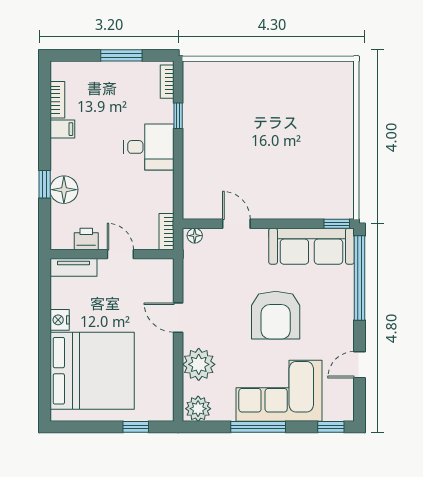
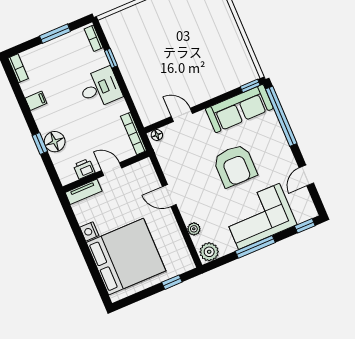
bookcase: (57, 100) -> (18, 68), moved
bookcase: (167, 232) -> (134, 133), width x1.56
plant: (199, 364) -> (194, 229), width x0.53, depth x0.53

